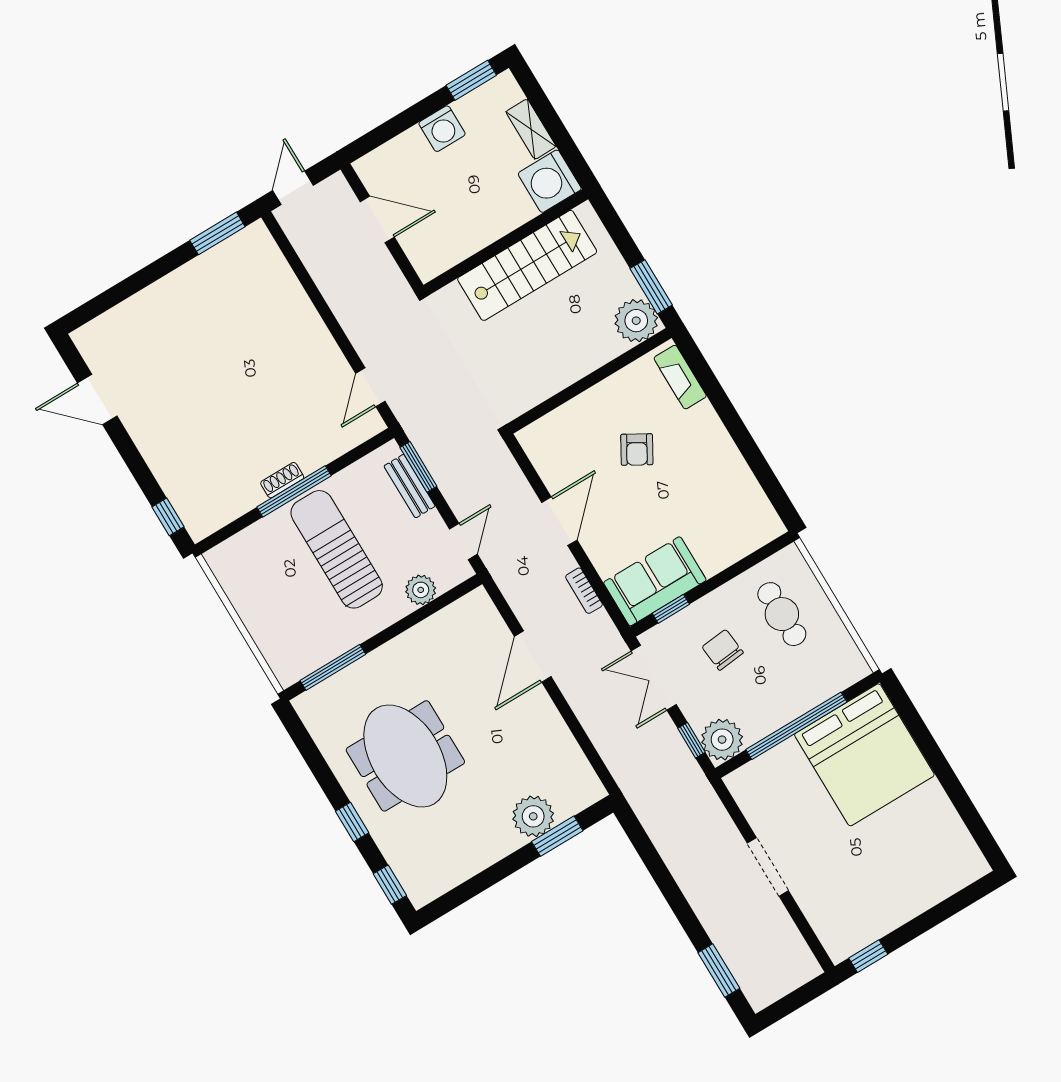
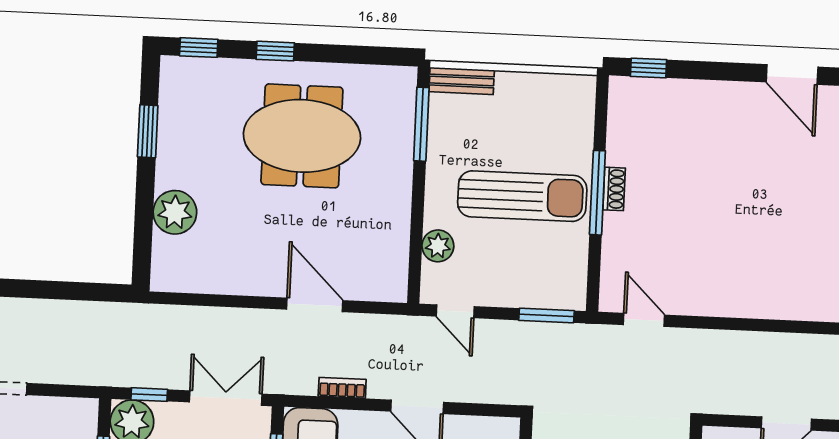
door: (97, 400) -> (792, 74), swing flipped
bench: (410, 486) -> (462, 81), moved
window: (557, 836) -> (148, 131), moved

